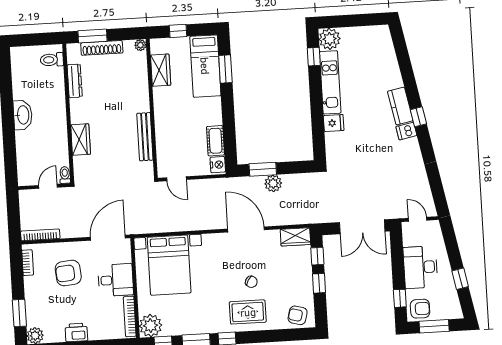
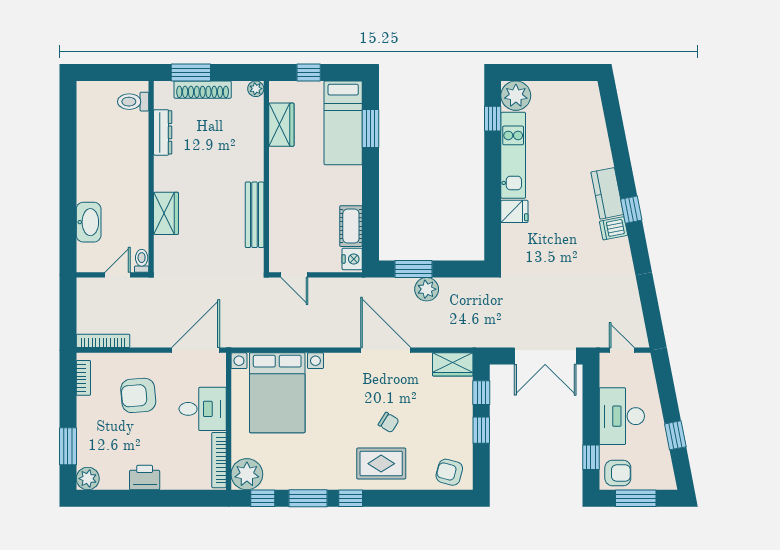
washbasin: (23, 115) -> (89, 222), moved

